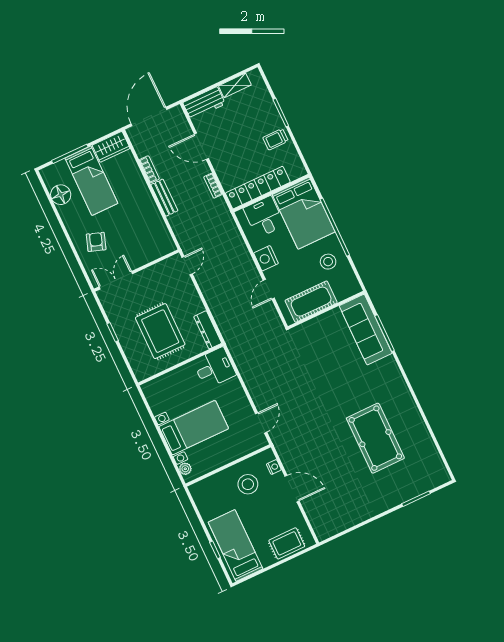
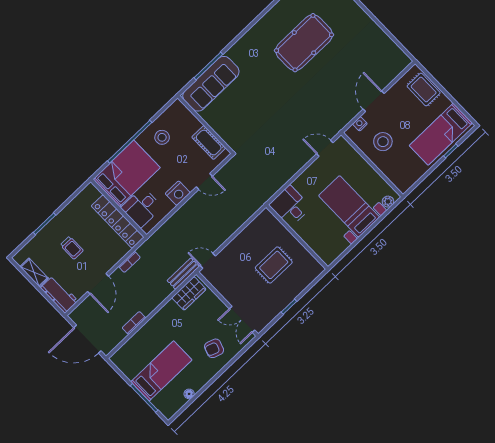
trolley: (275, 139) -> (72, 248), moved
wardrobe: (111, 147) -> (189, 293), moved, turned 90
floor lamp: (61, 195) -> (189, 394), width x0.53, depth x0.53
bench: (164, 198) -> (183, 274), moved
cot: (311, 302) -> (209, 143), width x0.73, depth x0.75
dresser: (208, 330) -> (258, 223), removed
rug: (160, 331) -> (274, 265), width x0.73, depth x0.70

